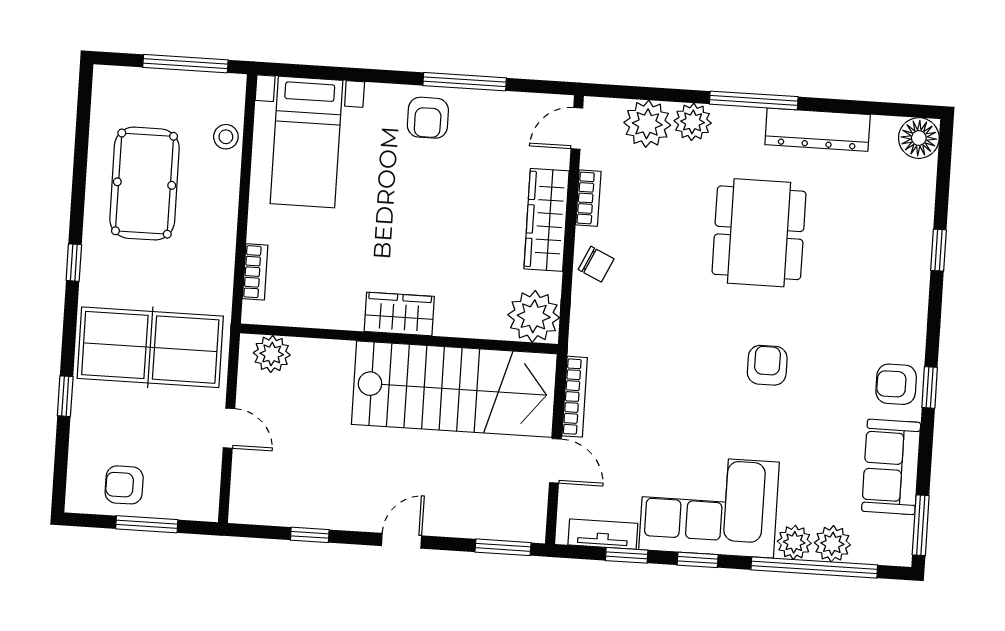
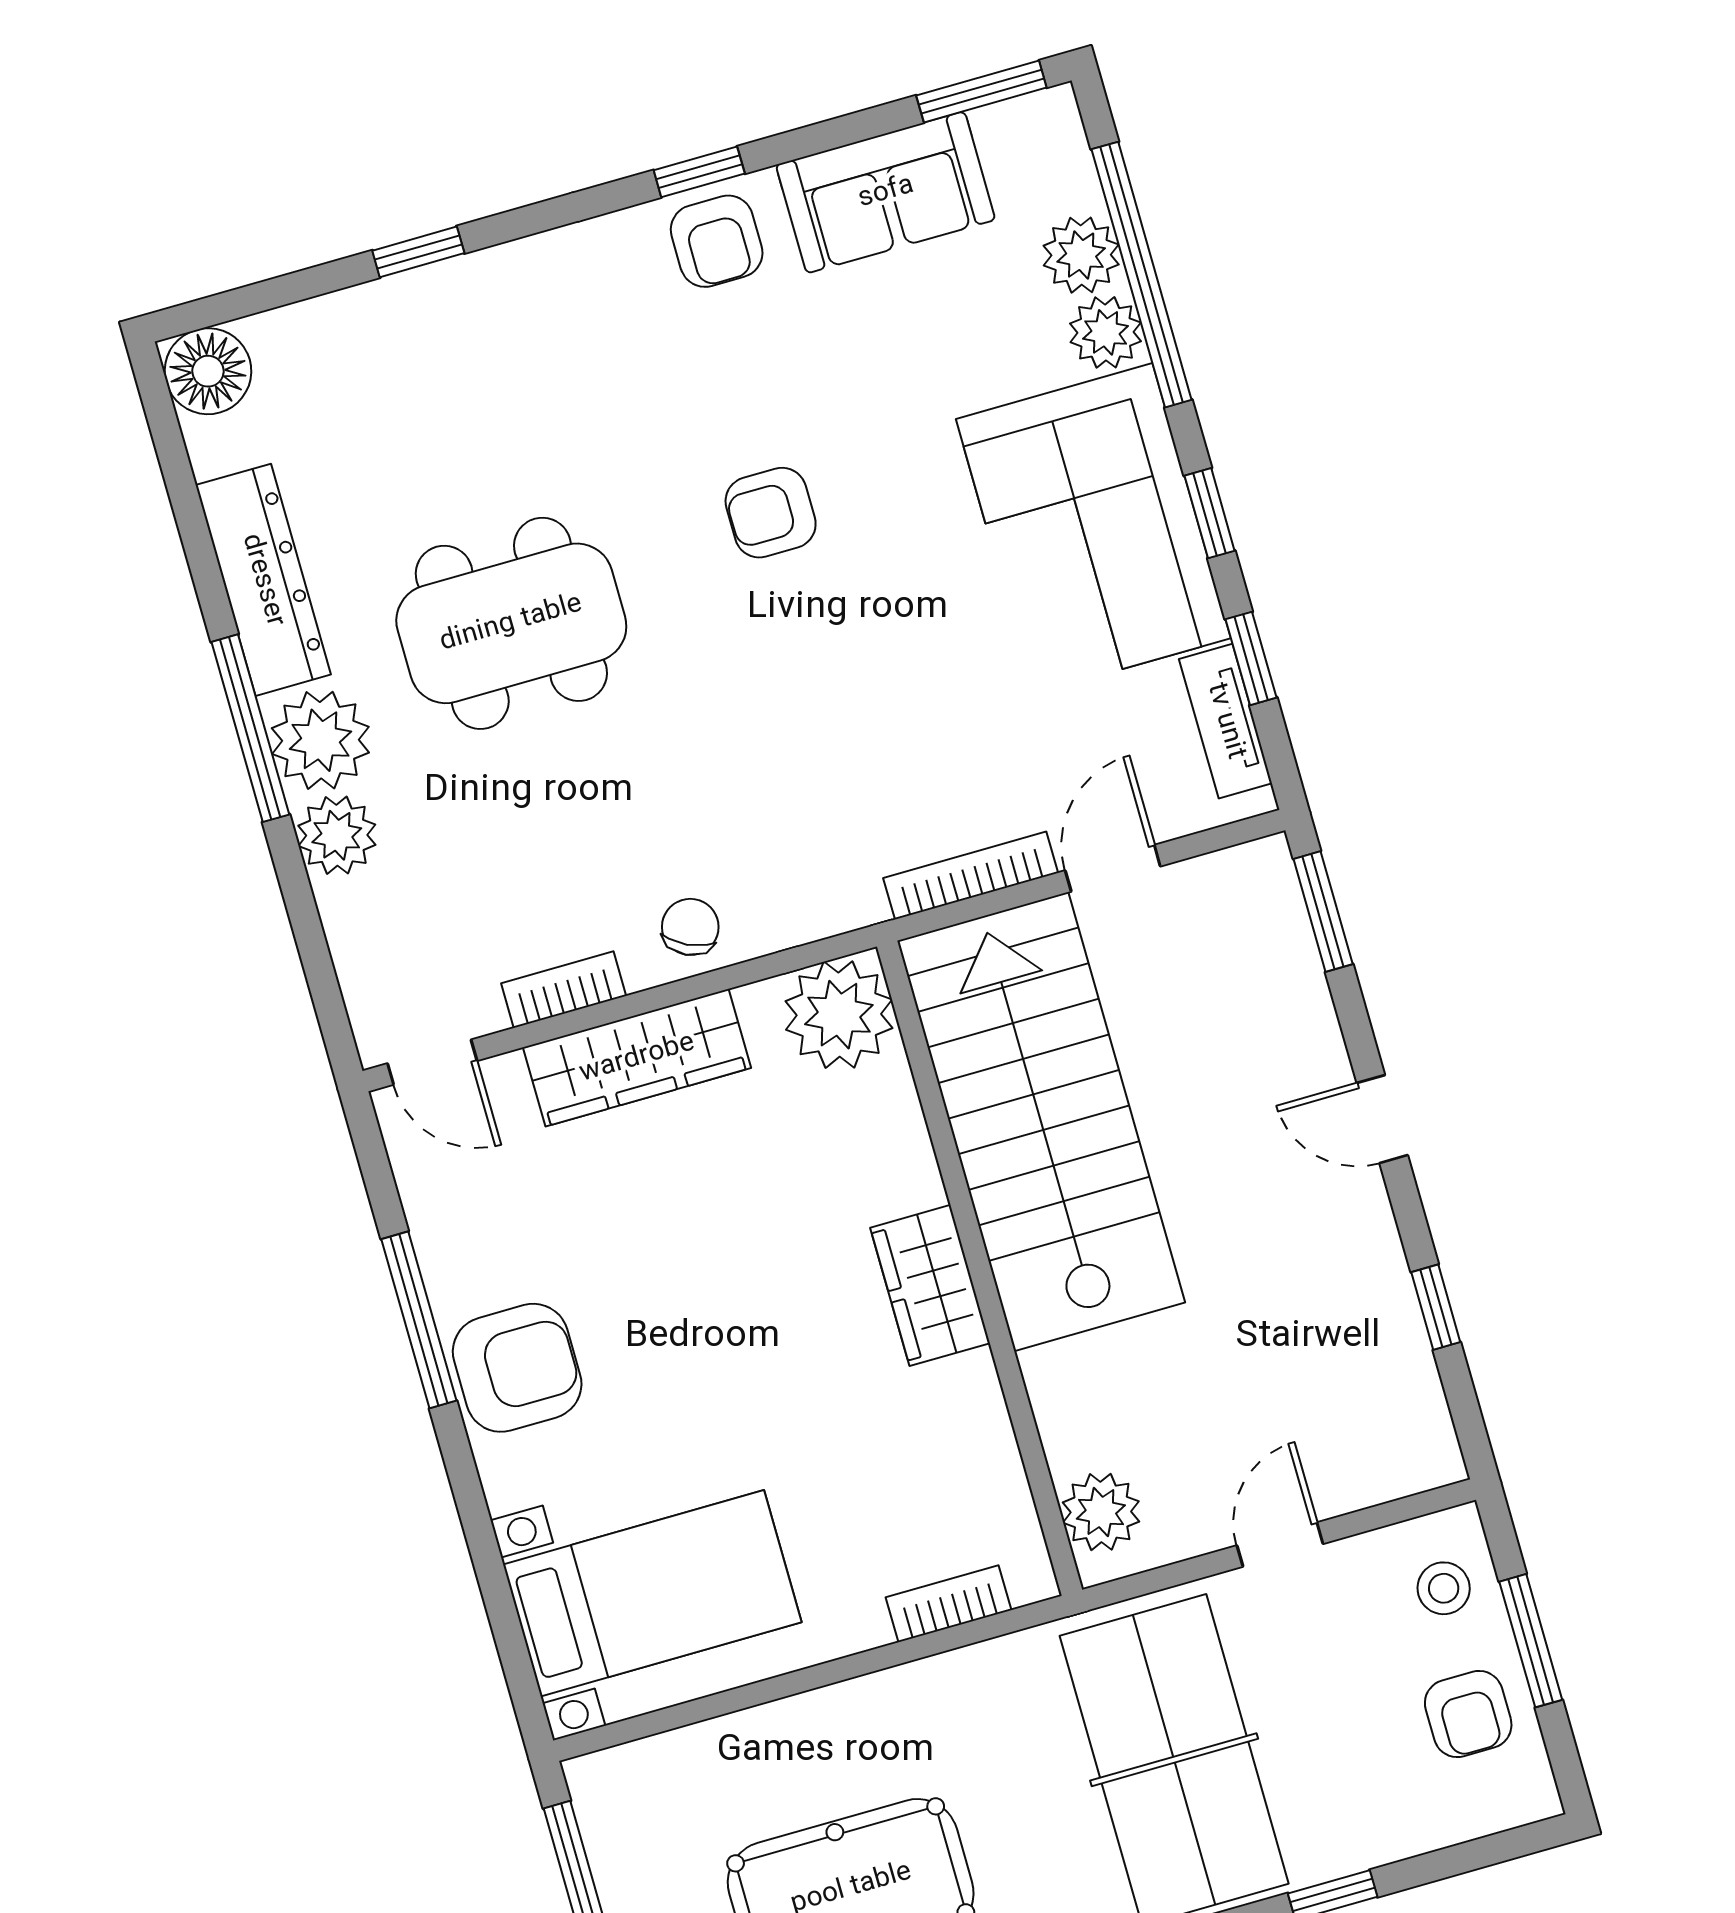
armchair: (428, 118) -> (517, 1368), width x1.38, depth x1.38
plant: (647, 124) -> (320, 740), moved
stool: (226, 137) -> (1444, 1588), moved

